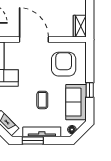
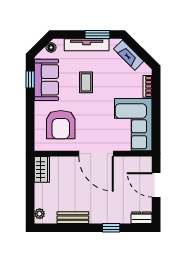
window: (90, 90) -> (30, 80), moved

